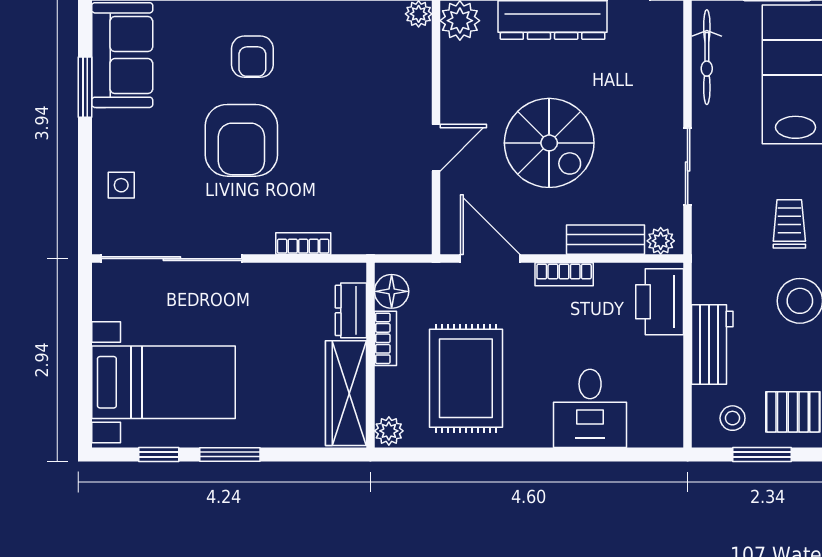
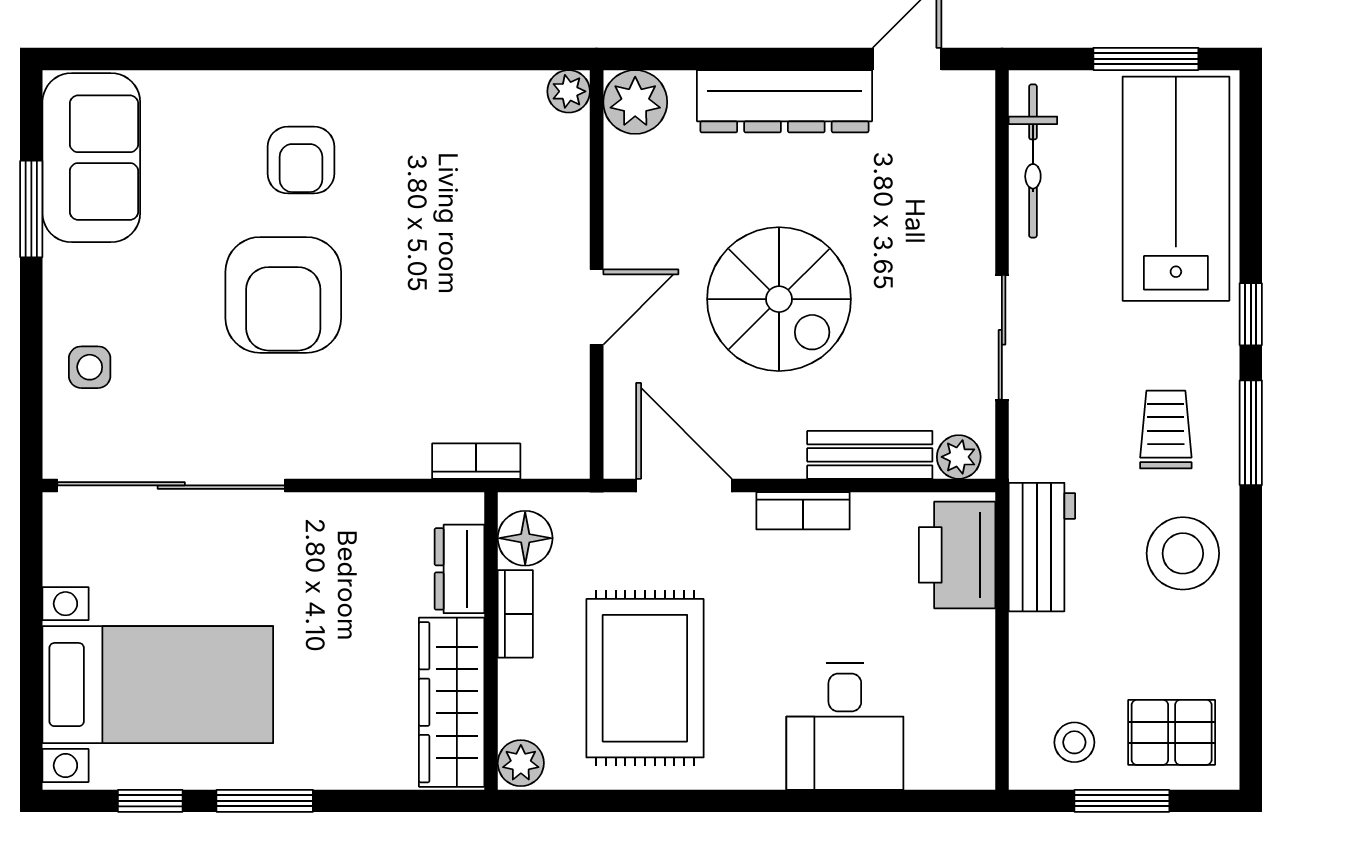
bookcase: (303, 244) -> (476, 461), moved
workbench: (712, 345) -> (1042, 547), moved

